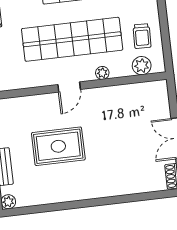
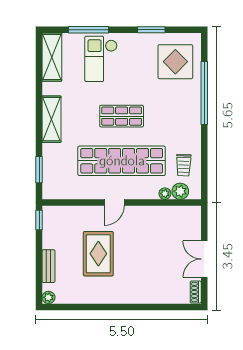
plant: (102, 73) -> (165, 194), moved
rug: (58, 146) -> (98, 254), turned 90

